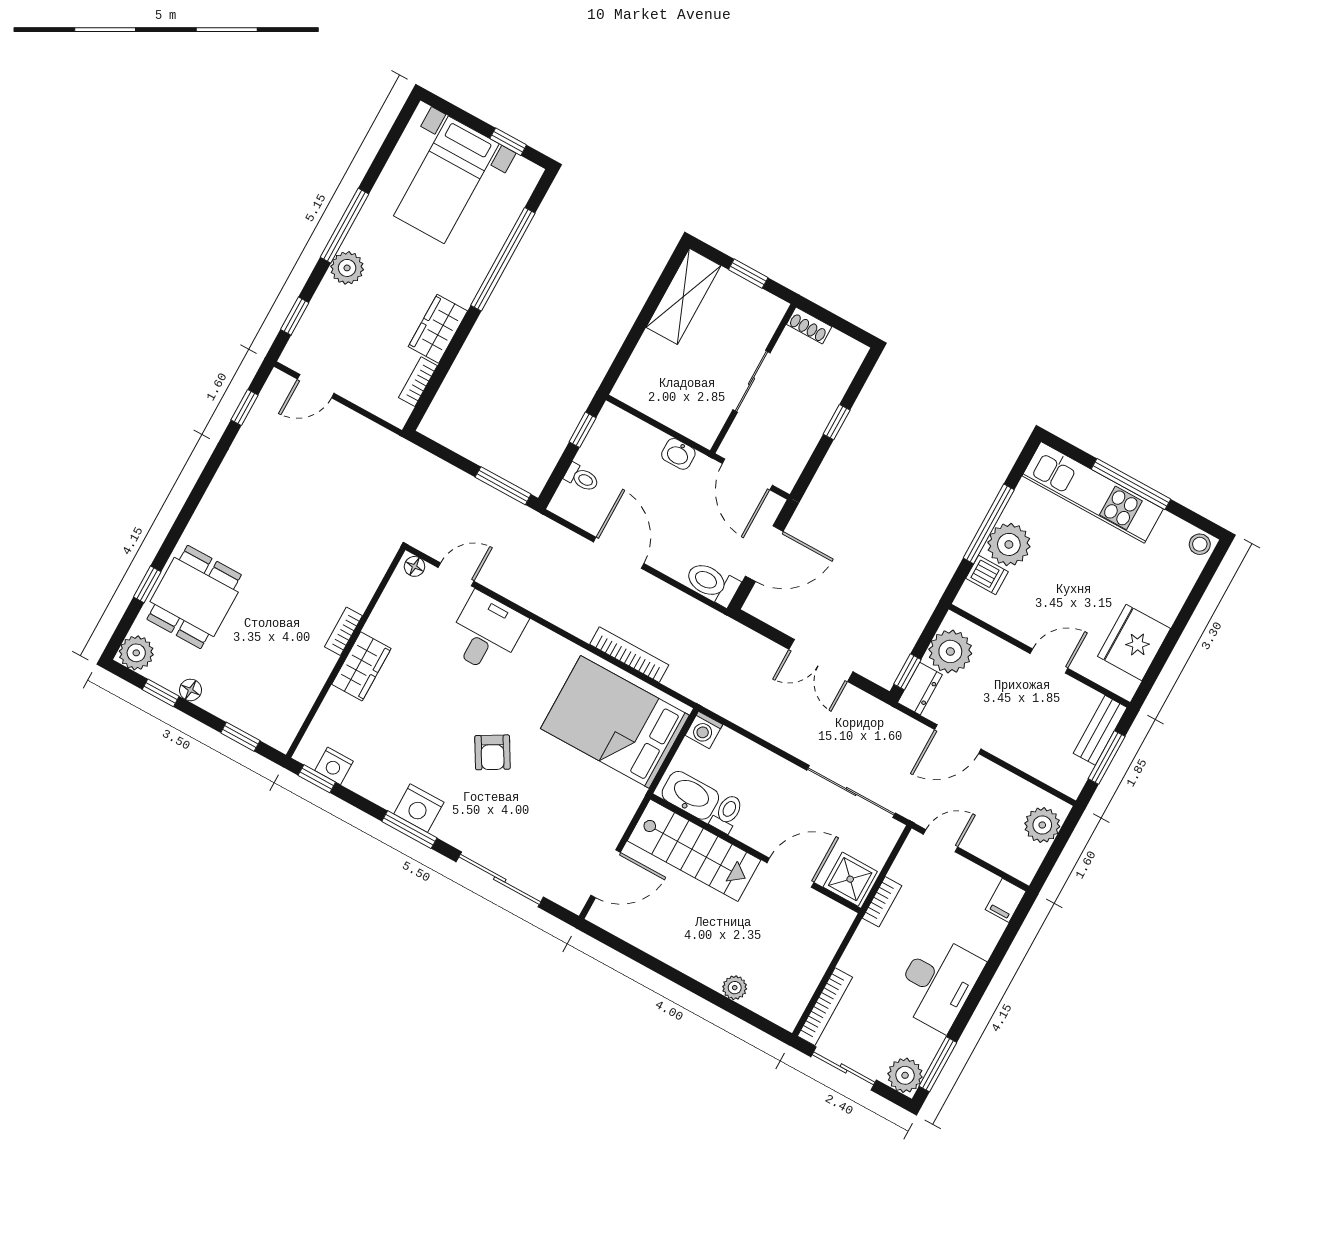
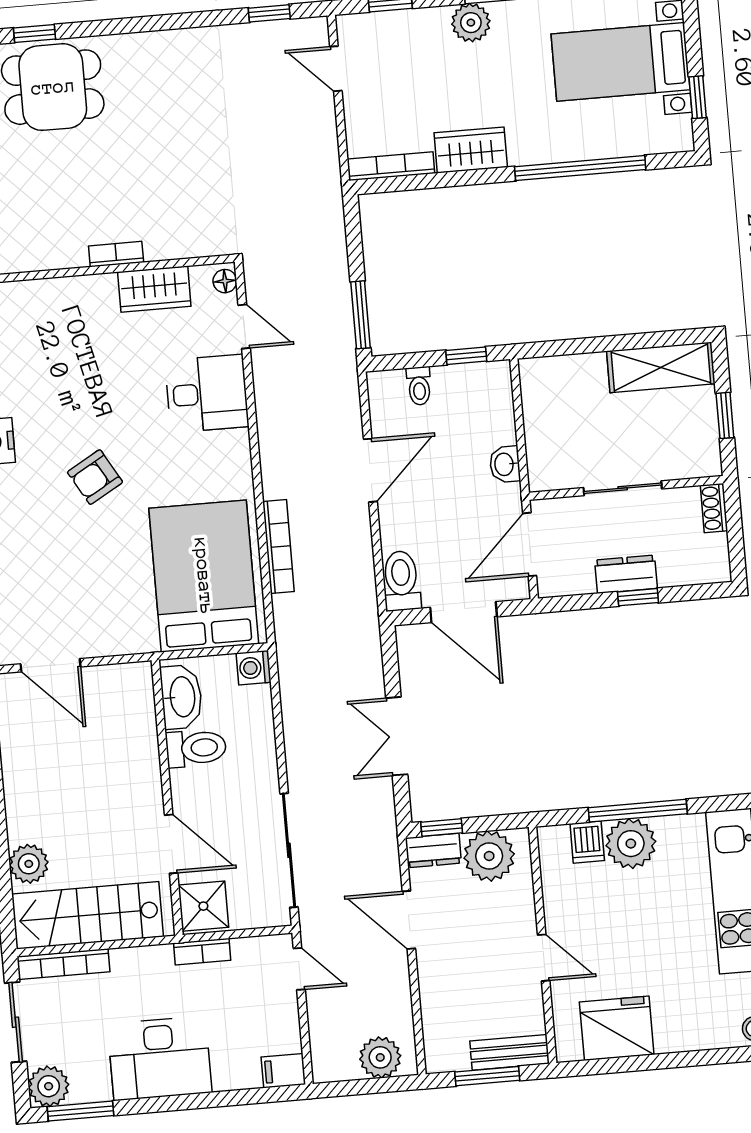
bookcase: (418, 382) -> (391, 166), width x1.56
dresser: (814, 420) -> (626, 574), added
wardrobe: (361, 666) -> (154, 289), moved
toilet: (727, 813) -> (196, 748), width x1.37, depth x1.39
stairs: (694, 850) -> (88, 915), moved, turned 90
plant: (735, 988) -> (29, 864), width x1.38, depth x1.38

